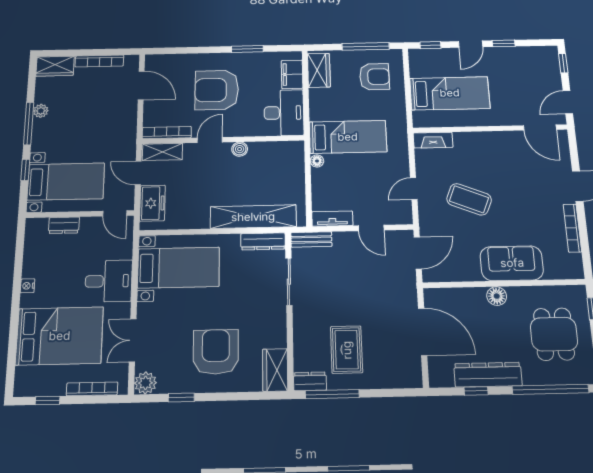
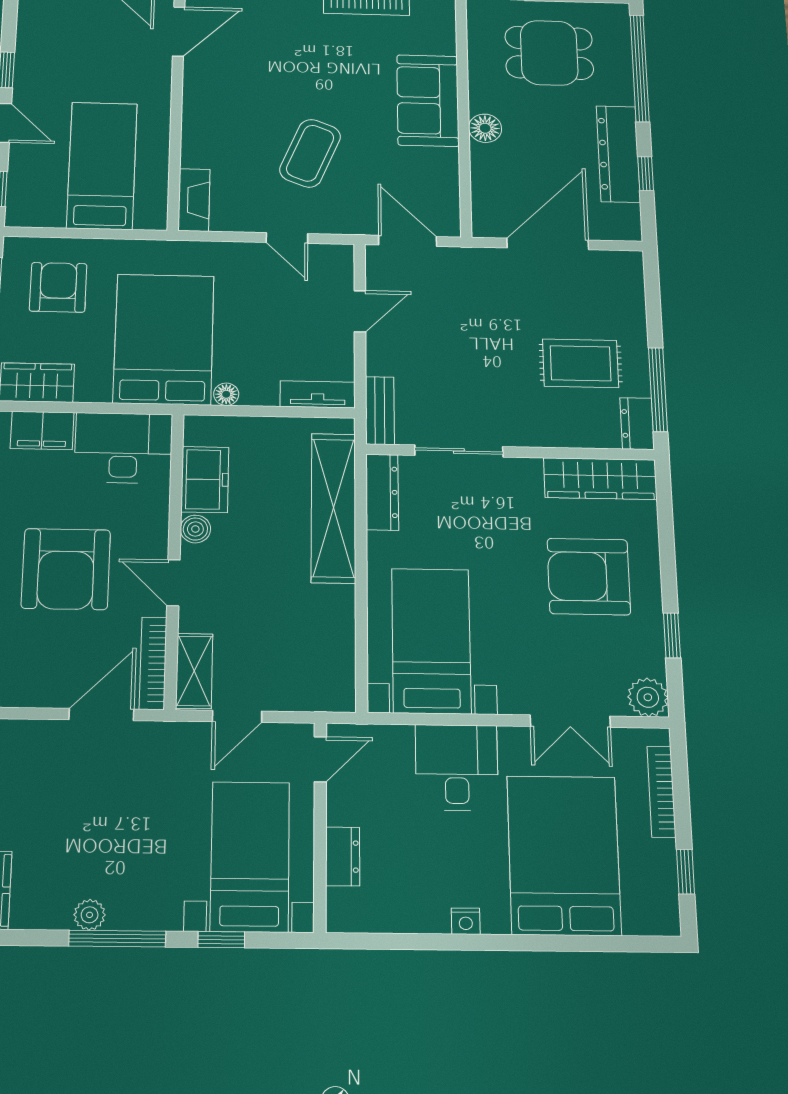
door: (141, 85) -> (101, 714), moved
bed: (348, 137) -> (164, 339), width x1.50
freezer: (152, 203) -> (205, 479), moved, turned 90
tv unit: (332, 219) -> (318, 394), moved, turned 90
wardrobe: (275, 370) -> (600, 479), width x1.50

